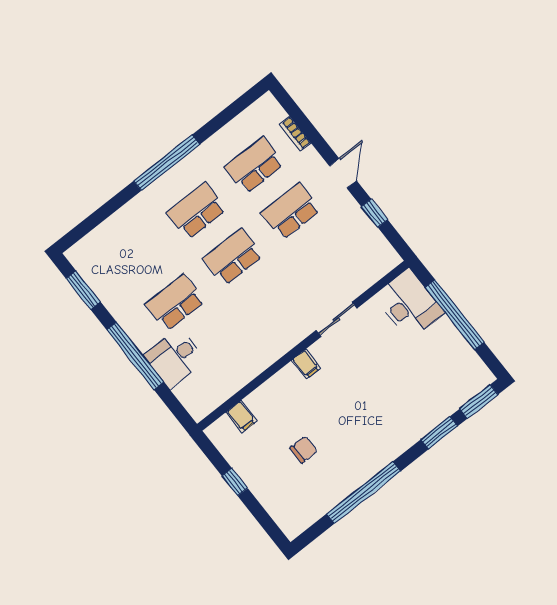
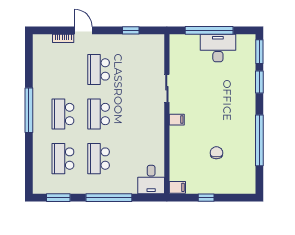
school desk: (254, 165) -> (63, 159), moved
door: (343, 173) -> (84, 30), moved
desk: (409, 304) -> (218, 48), moved
desk: (175, 358) -> (151, 180), moved
filing cabinet: (241, 416) -> (177, 187), moved

